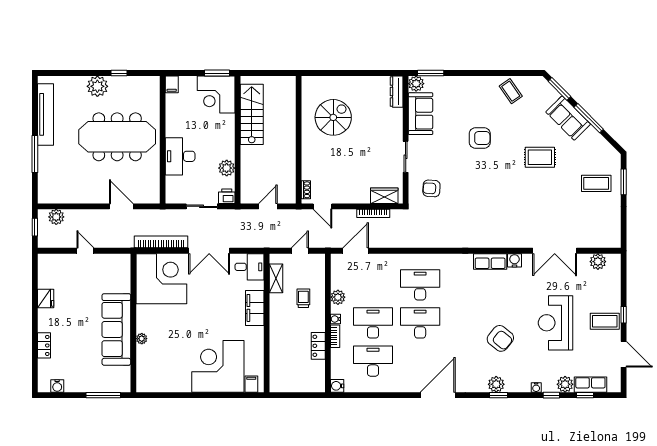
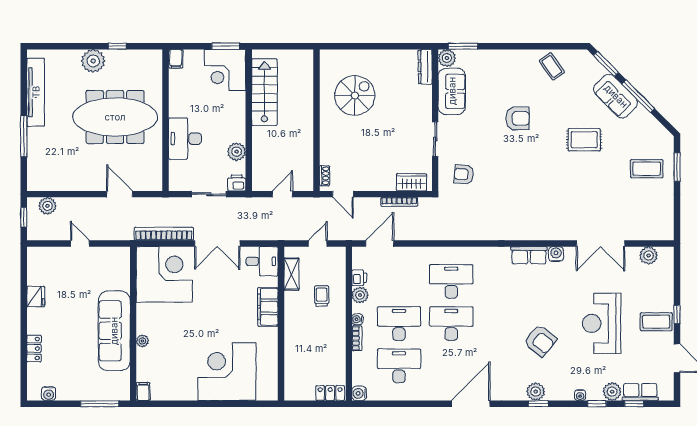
printer: (337, 282) -> (359, 278), added
locker: (318, 346) -> (330, 393), moved, turned 90
filing cabinet: (251, 384) -> (143, 391), moved

